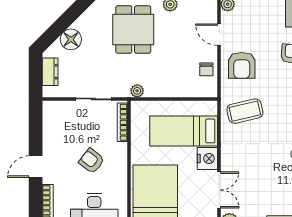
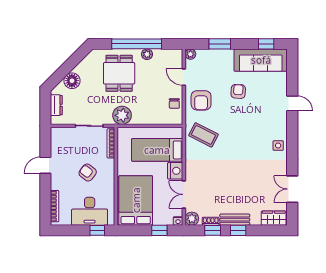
plant: (137, 91) -> (122, 115), width x1.87, depth x1.87
coffee table: (245, 111) -> (203, 135), turned 40
door: (36, 167) -> (45, 165), moved
double door: (219, 190) -> (184, 194), swing flipped

